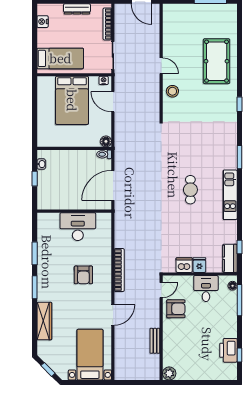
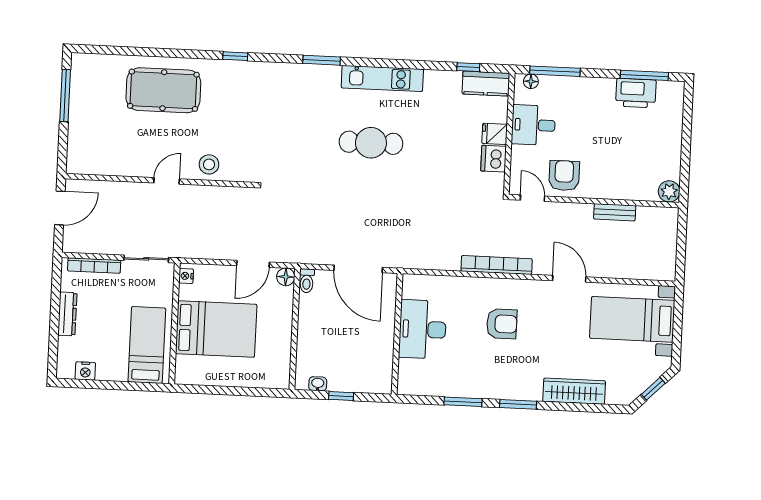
door: (113, 102) -> (253, 264), moved
cafe table: (190, 190) -> (371, 143), width x1.37, depth x1.35
window: (239, 355) -> (644, 75), width x2.17

